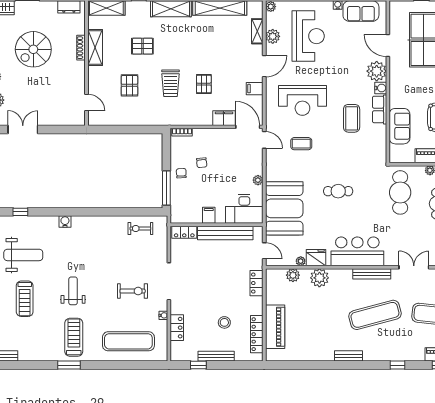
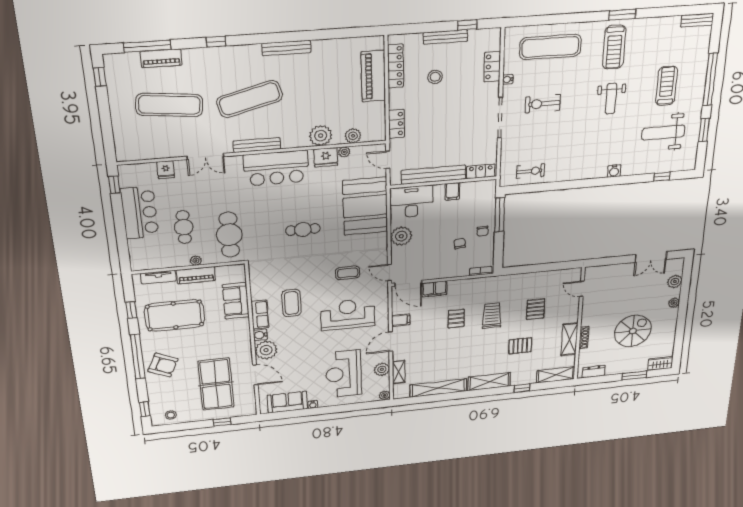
plant: (258, 180) -> (401, 236), width x1.88, depth x1.88
bench: (349, 356) -> (286, 48), width x1.36

